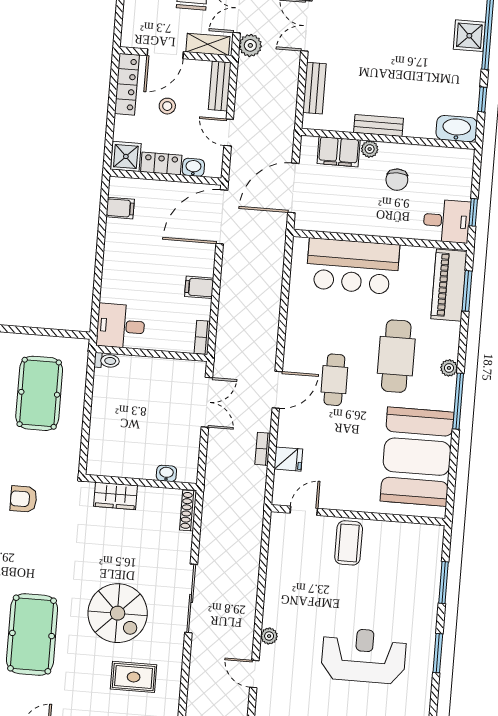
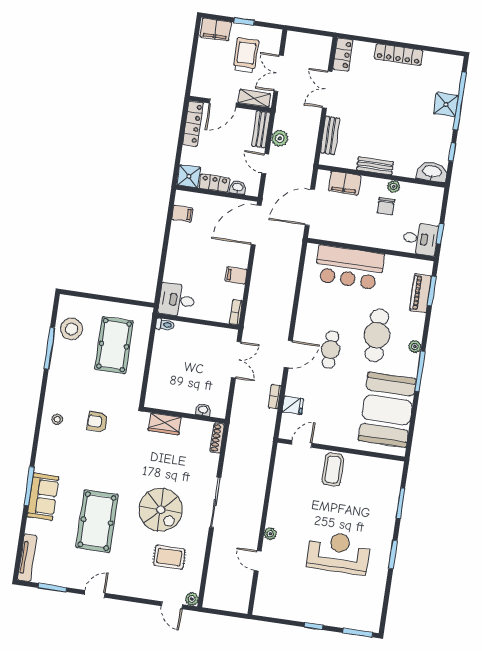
plant: (250, 45) -> (280, 138), moved
stool: (167, 106) -> (222, 141), removed
plant: (370, 149) -> (394, 186), moved
piano: (449, 285) -> (421, 293), width x0.73, depth x0.75

